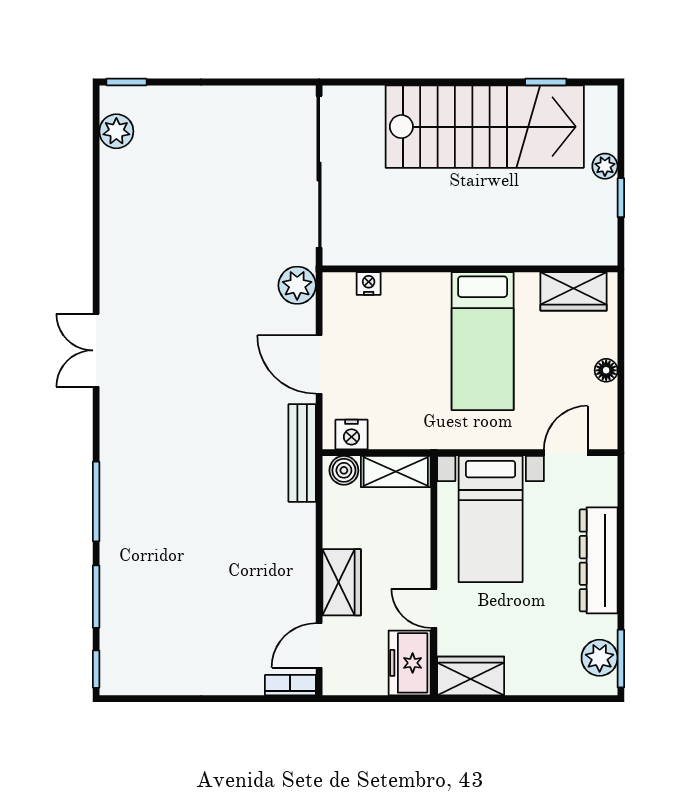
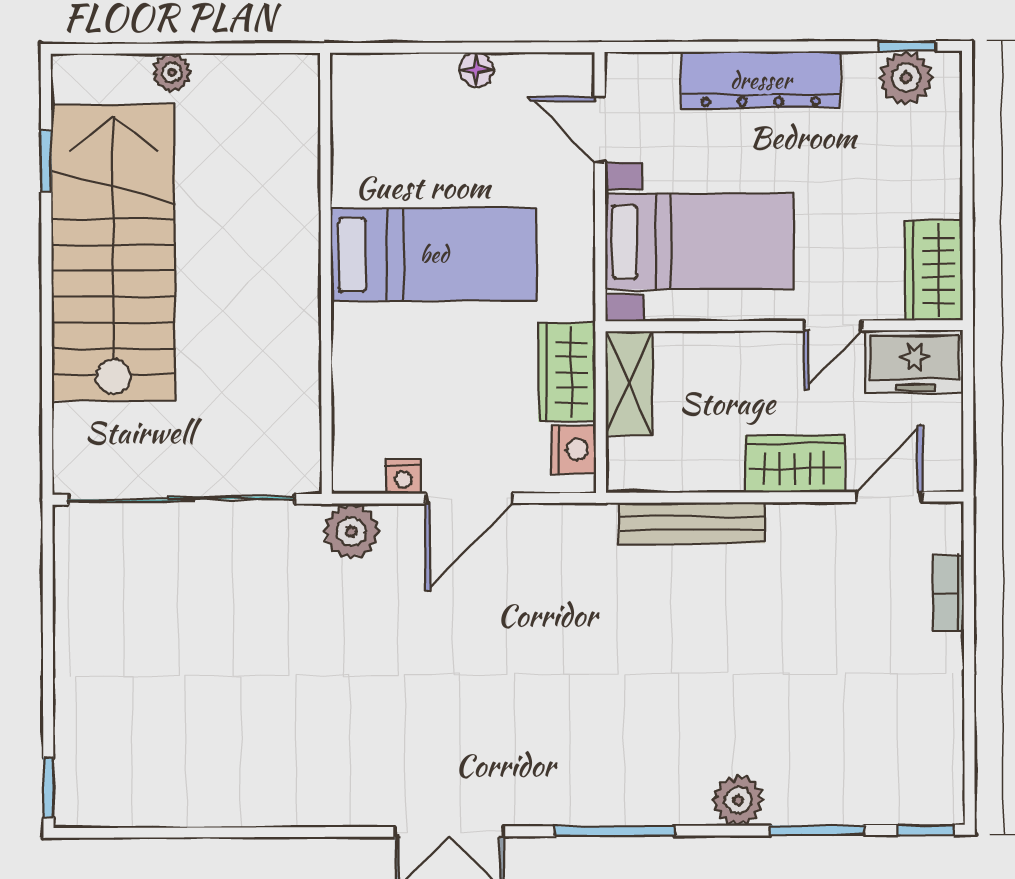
plant: (116, 131) -> (738, 800), moved
window: (621, 198) -> (219, 48), removed
nightstand: (369, 284) -> (403, 477), moved, turned -90
wardrobe: (574, 291) -> (567, 372), moved, turned 180
bench: (302, 453) -> (692, 523), moved
boiler: (344, 470) -> (627, 461), removed
window: (96, 501) -> (615, 831), moved
door: (319, 645) -> (889, 497), swing flipped
window: (621, 659) -> (907, 46), width x0.67
bookcase: (290, 685) -> (949, 593), moved

